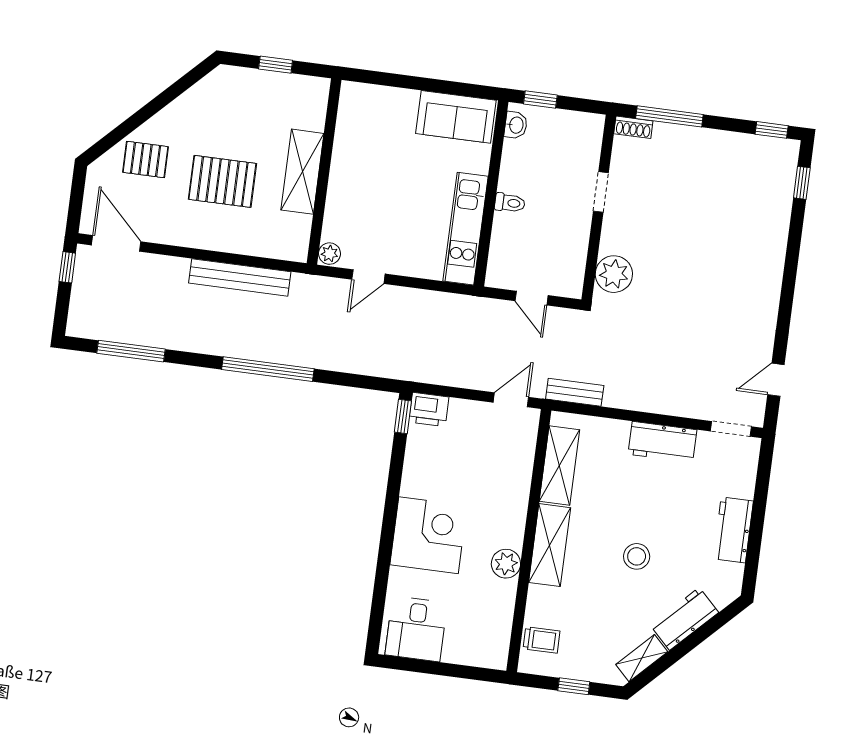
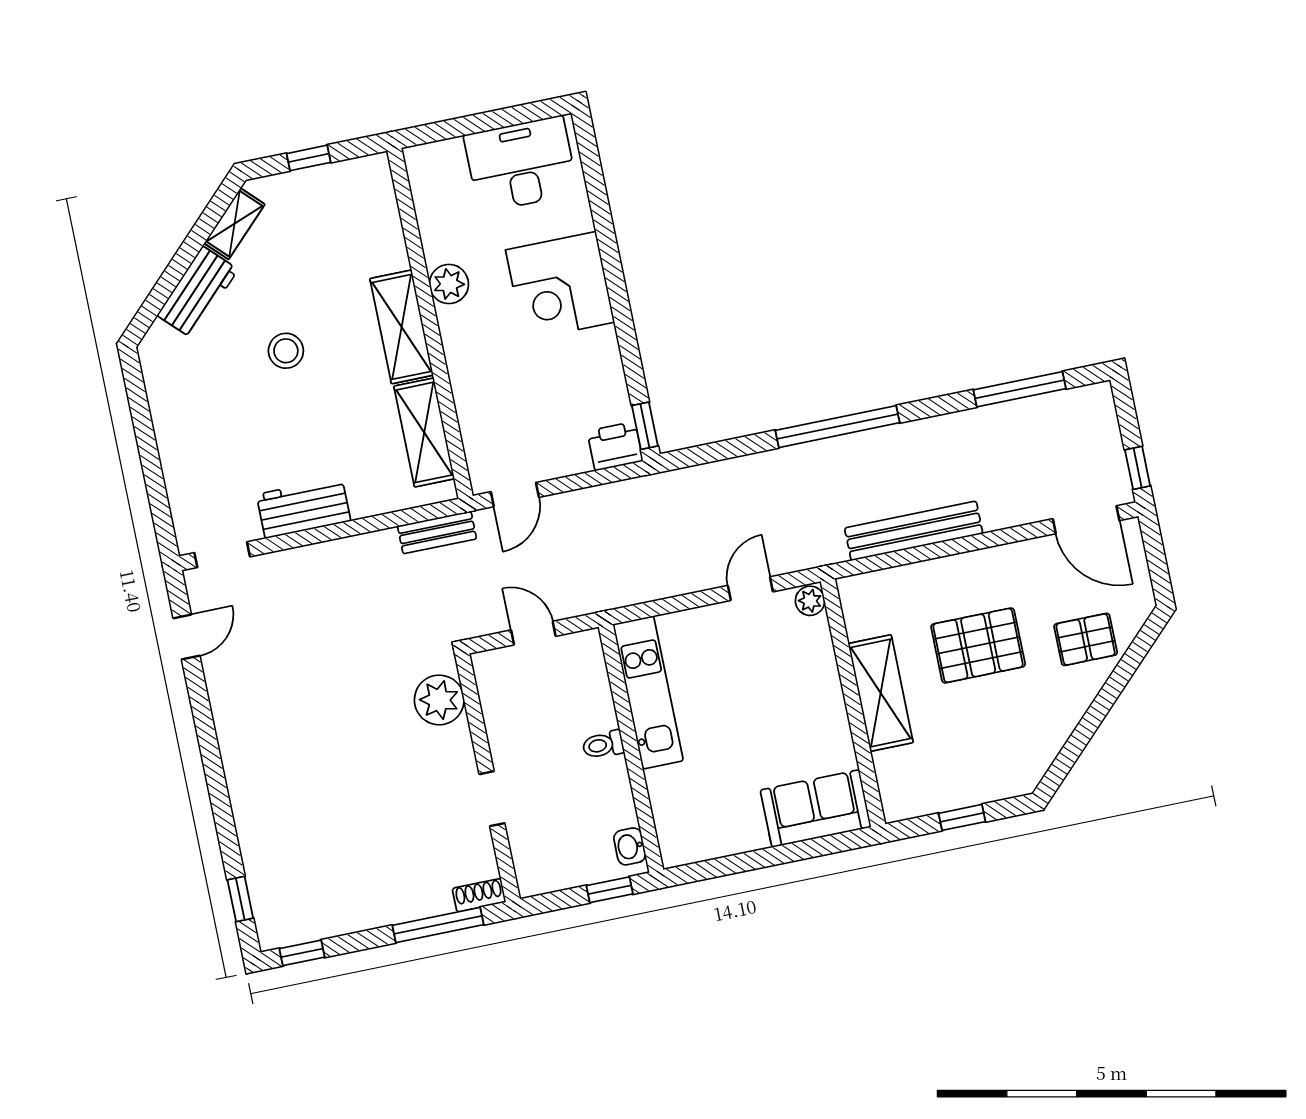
sofa: (456, 117) -> (816, 809), moved
workbench: (733, 530) -> (175, 427), removed
desk: (416, 629) -> (521, 164), width x1.37
trolley: (541, 640) -> (370, 203), removed

